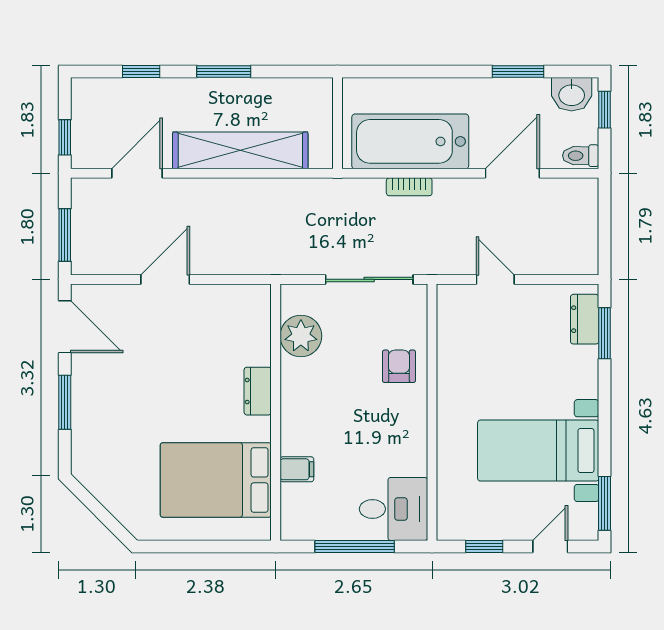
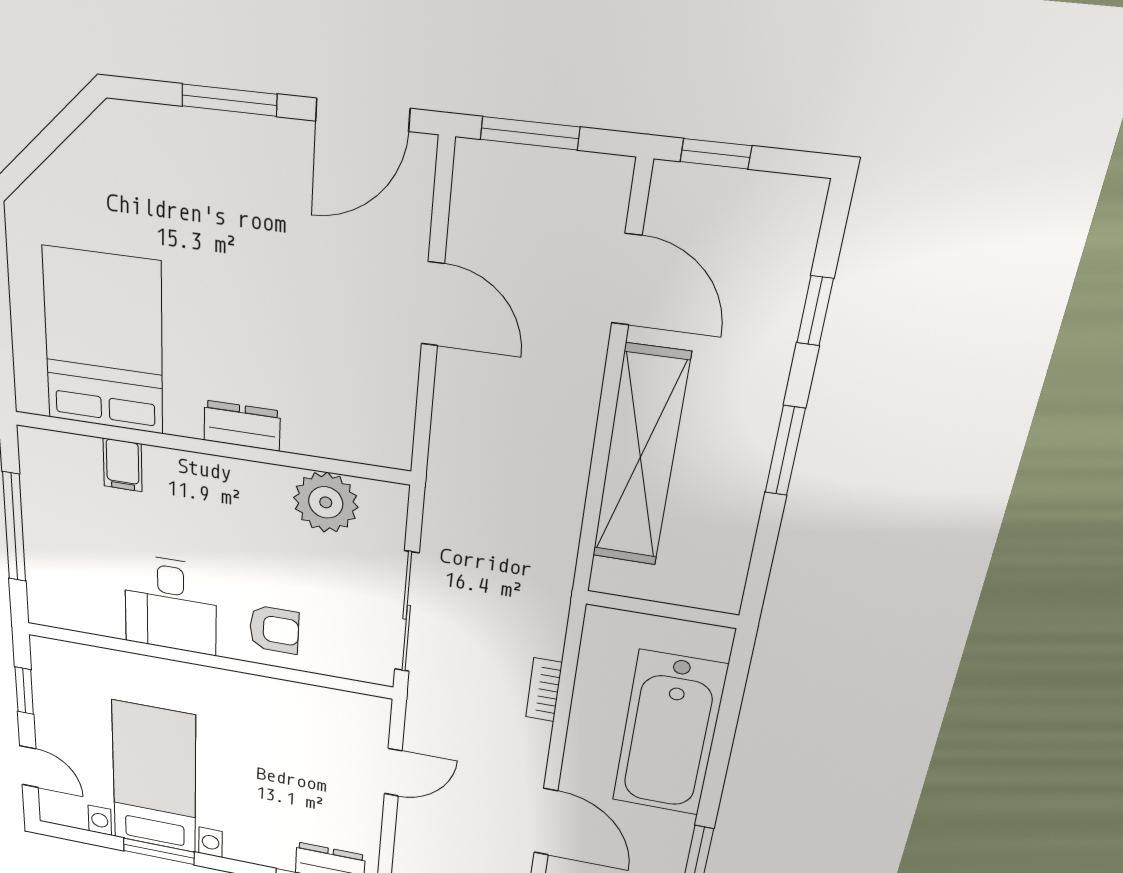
bathtub: (410, 141) -> (669, 734), moved, turned 180
window: (605, 503) -> (159, 851), moved
desk: (393, 509) -> (171, 605), moved

